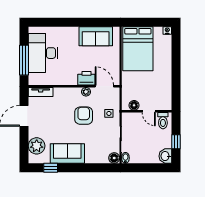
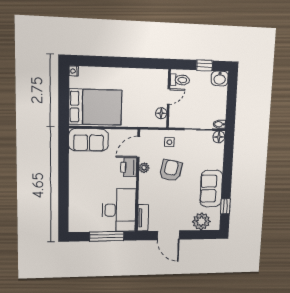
sofa: (96, 36) -> (89, 140), moved, turned 90
desk: (43, 53) -> (119, 210), moved, turned -90
armchair: (84, 116) -> (171, 170), turned 101

